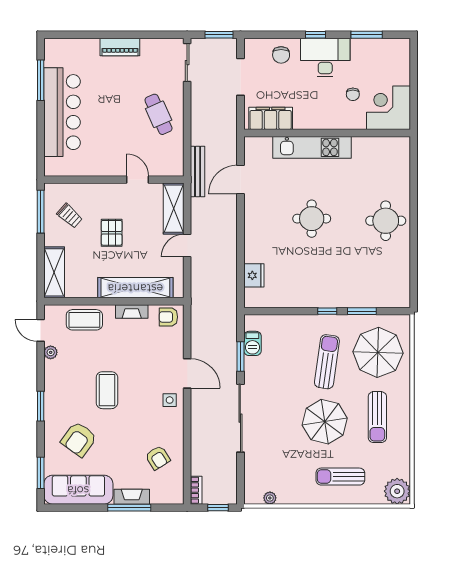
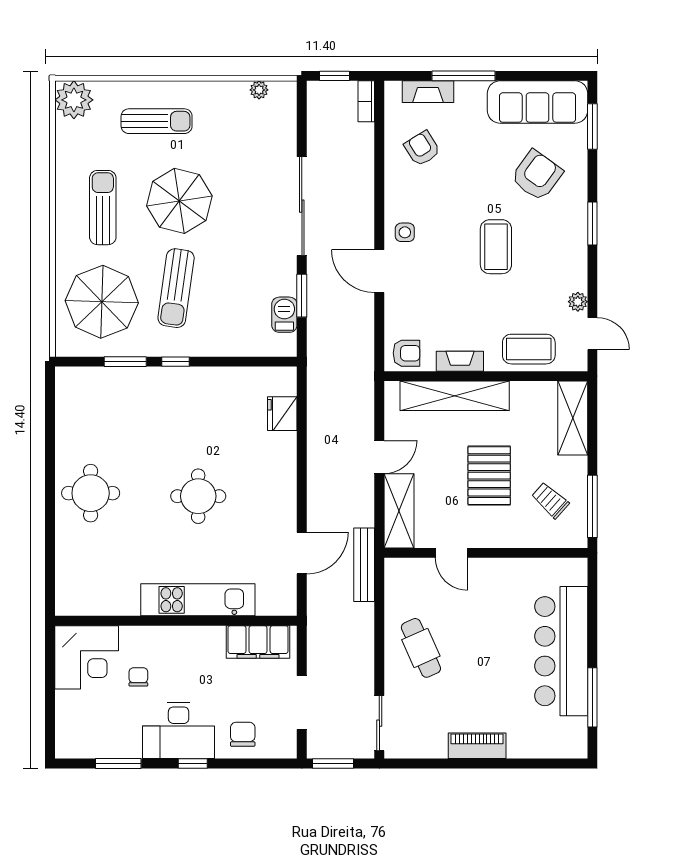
pallet: (112, 233) -> (489, 476), width x1.50, depth x1.42
fireplace: (132, 497) -> (428, 92), moved

